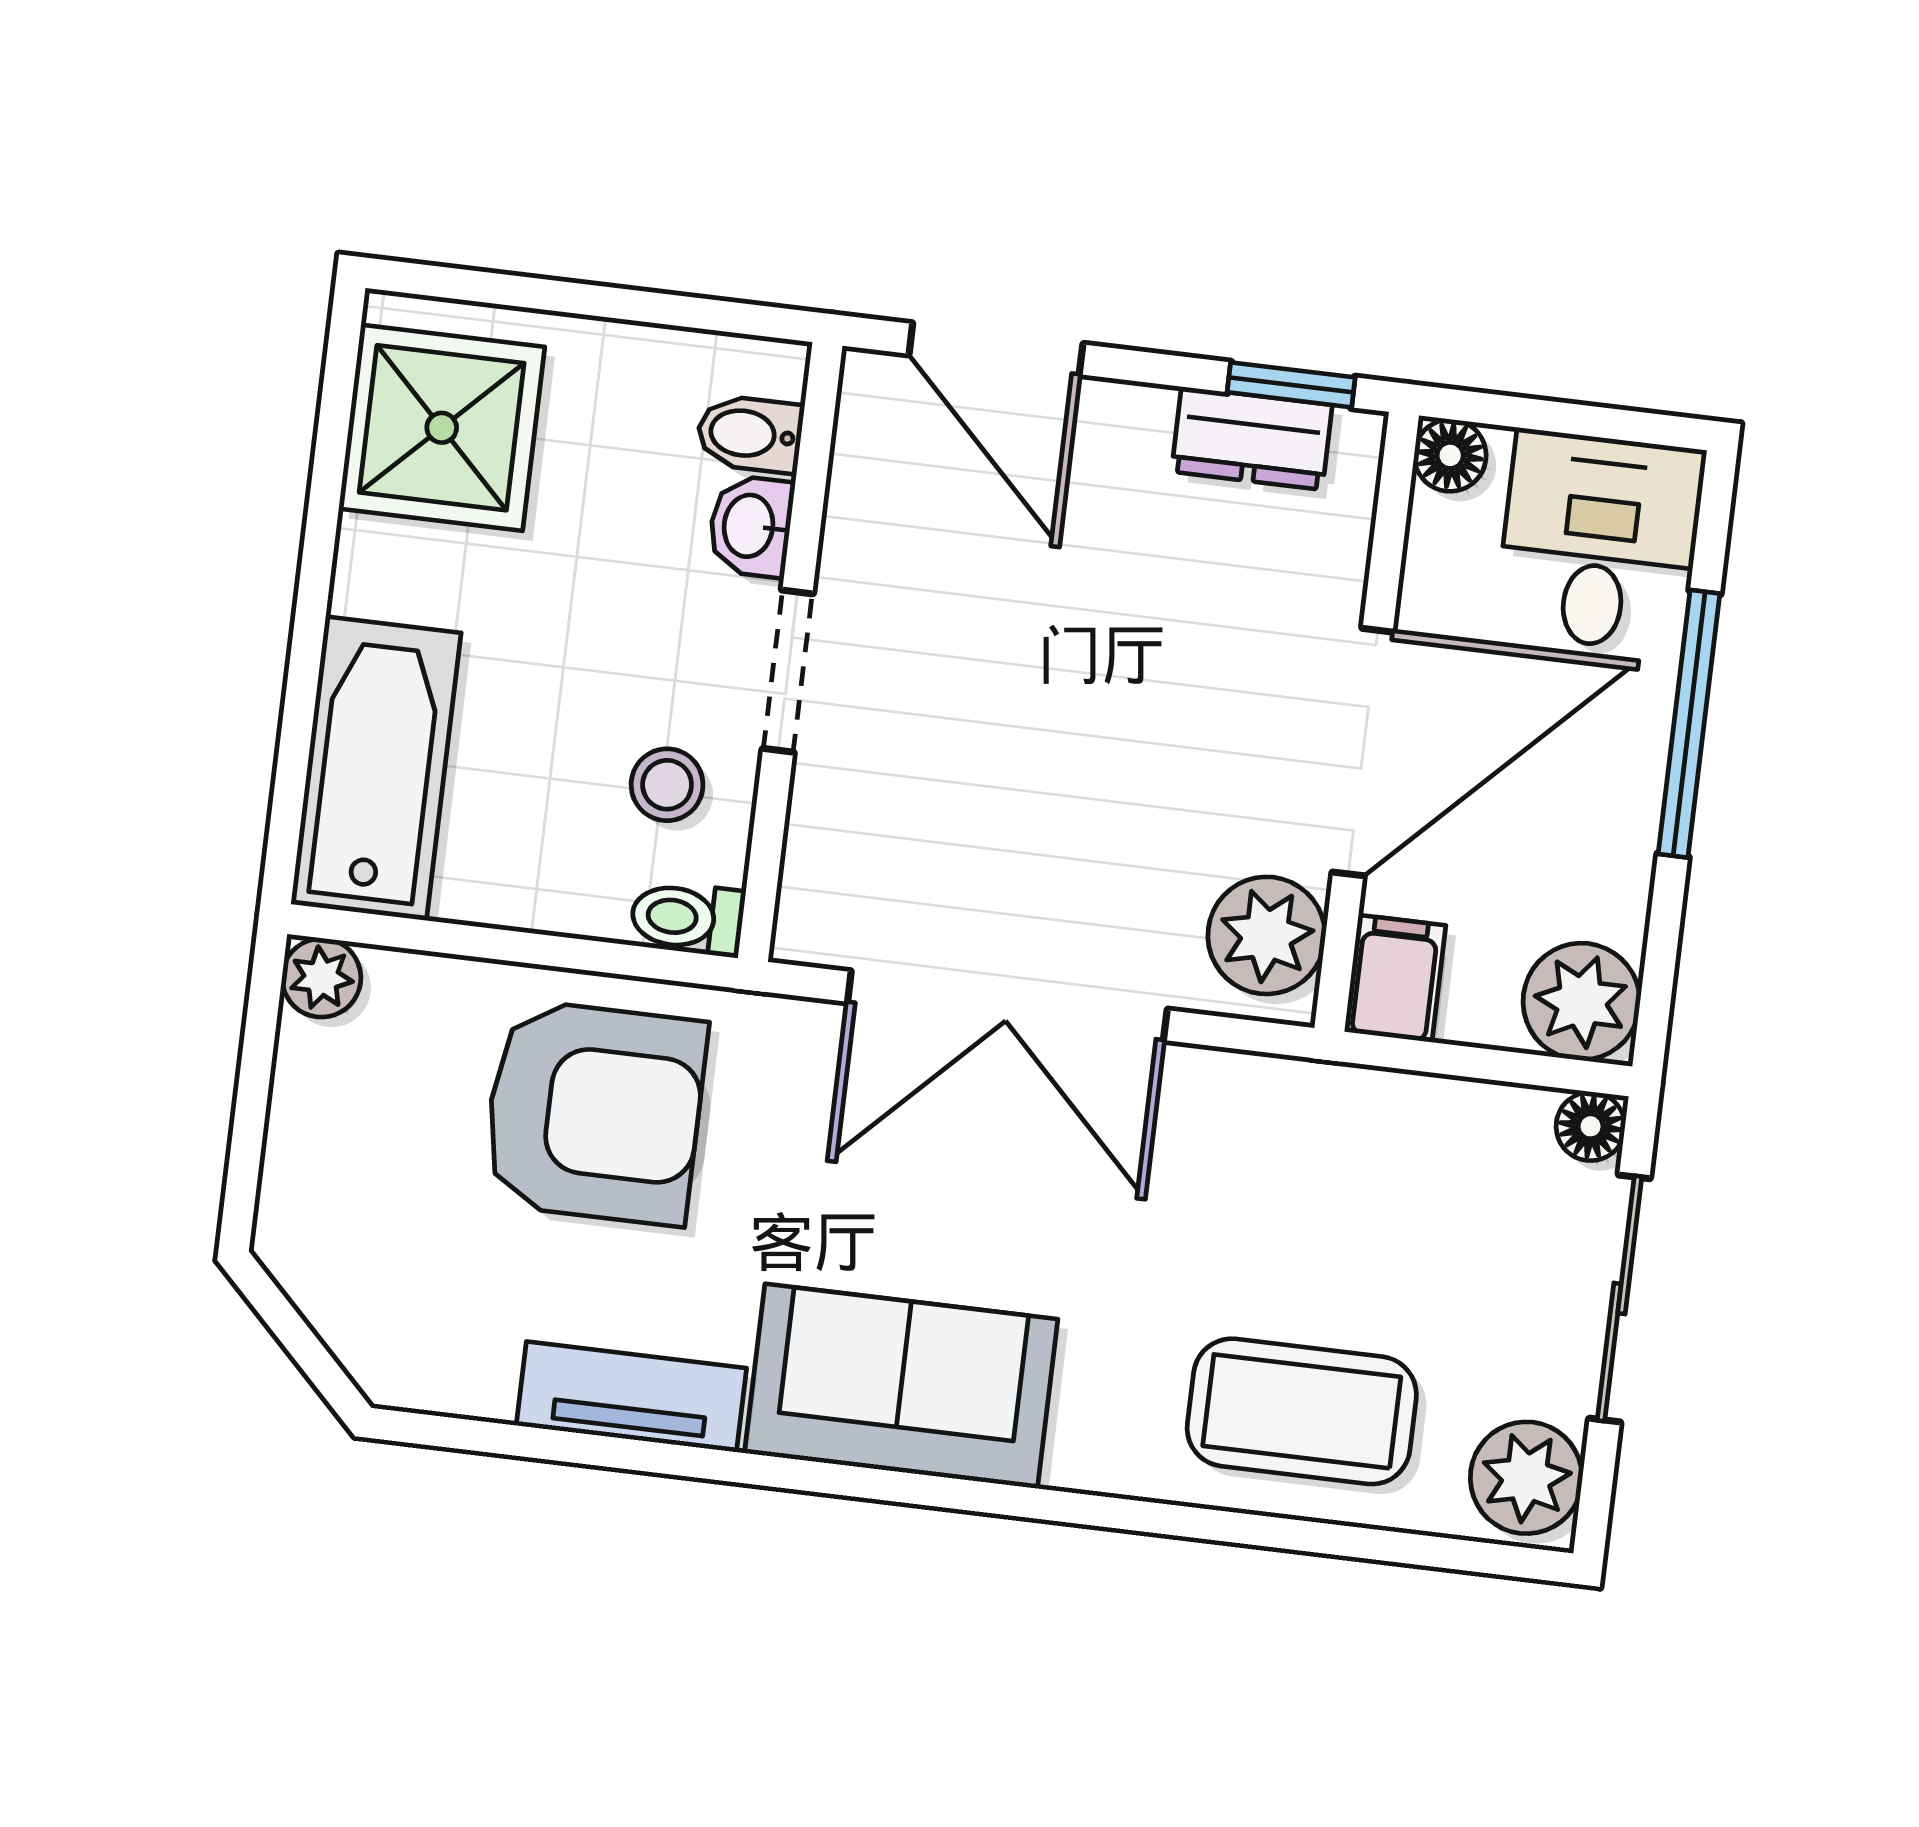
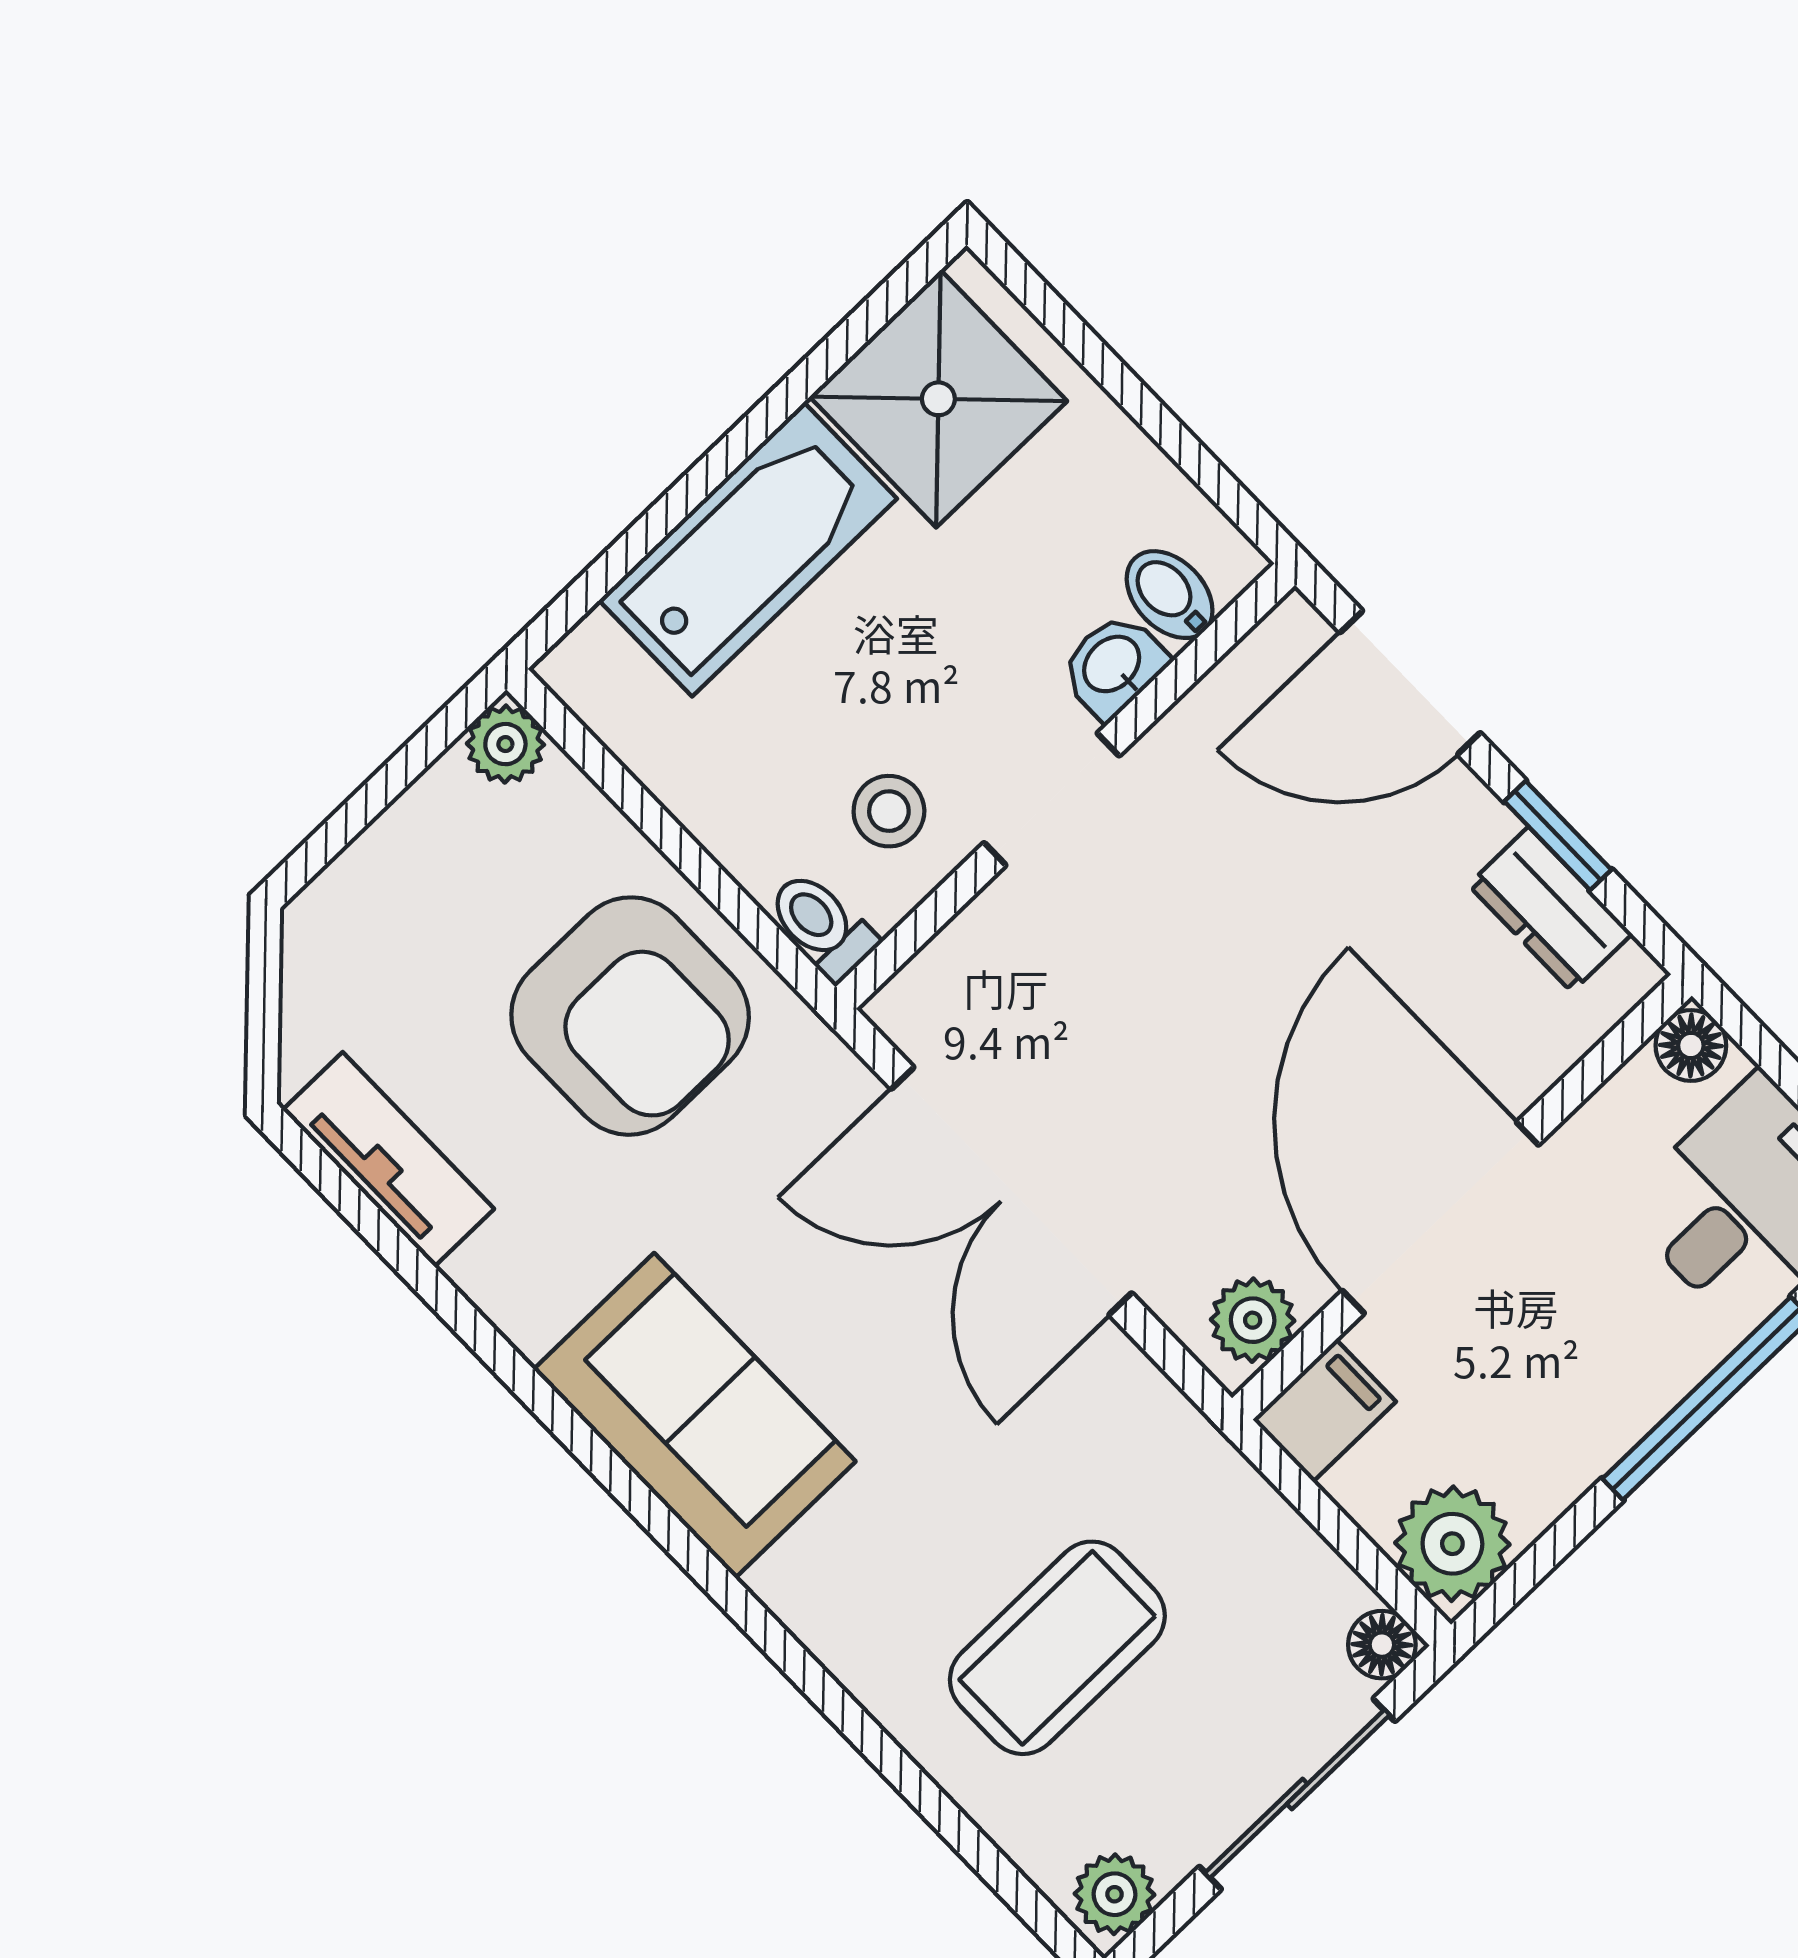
door: (996, 349) -> (1410, 683), hinge flipped
window: (1291, 385) -> (1558, 836), moved
door: (1363, 752) -> (1440, 1218), swing flipped
bathtub: (376, 768) -> (748, 549), moved
plant: (1267, 935) -> (1253, 1320), width x0.73, depth x0.73
tv unit: (631, 1397) -> (388, 1159), moved
coffee table: (1302, 1411) -> (1057, 1648), moved, turned 90
plant: (1526, 1478) -> (1115, 1894), width x0.73, depth x0.73

